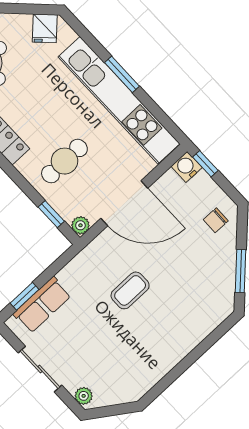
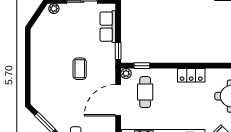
cafe table: (64, 161) -> (145, 92), moved
window: (25, 296) -> (118, 51), moved

